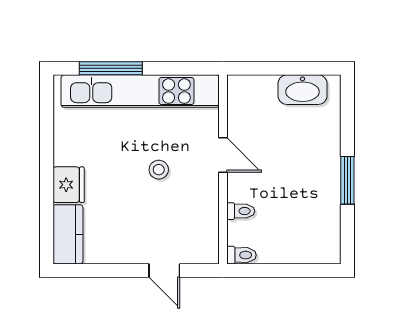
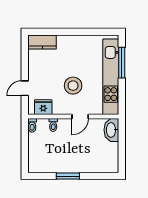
washbasin: (303, 90) -> (111, 130), moved
stool: (159, 170) -> (73, 86), width x1.89, depth x1.89
fridge: (69, 185) -> (43, 107), moved, turned 180

